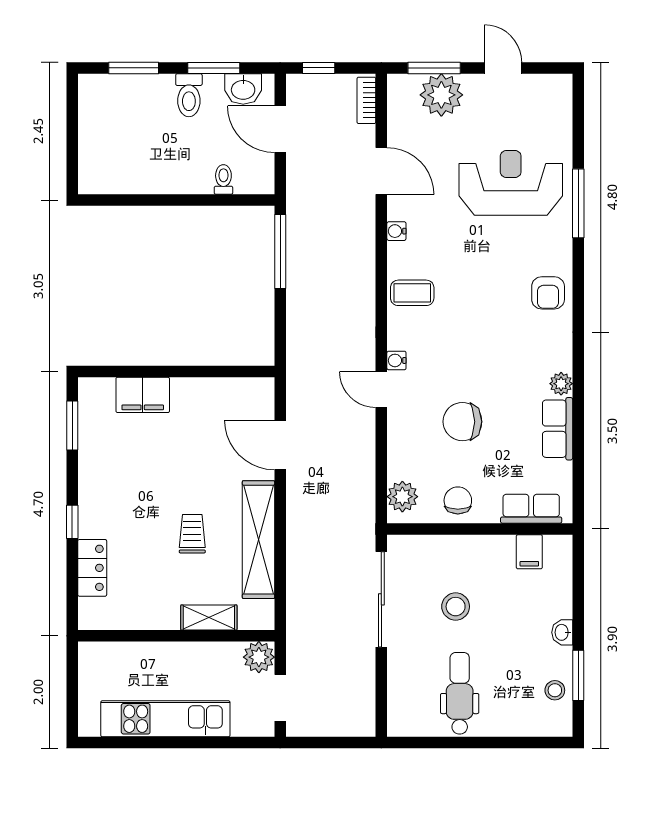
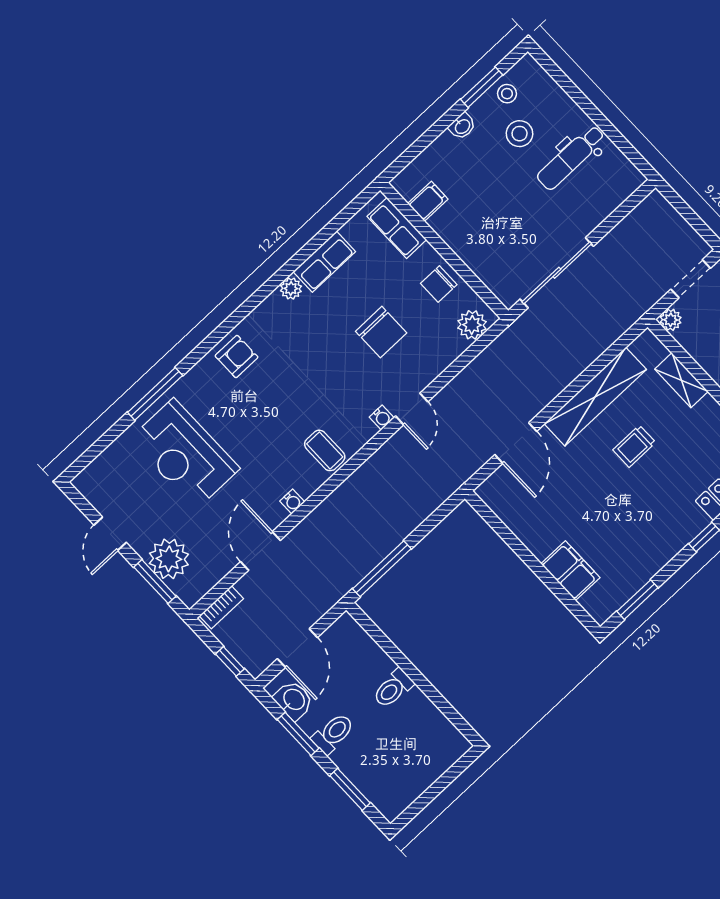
toilet: (223, 179) -> (393, 688), moved, width x1.37, depth x1.39
stool: (456, 607) -> (520, 134), moved
plant: (259, 657) -> (671, 320), width x0.73, depth x0.73

